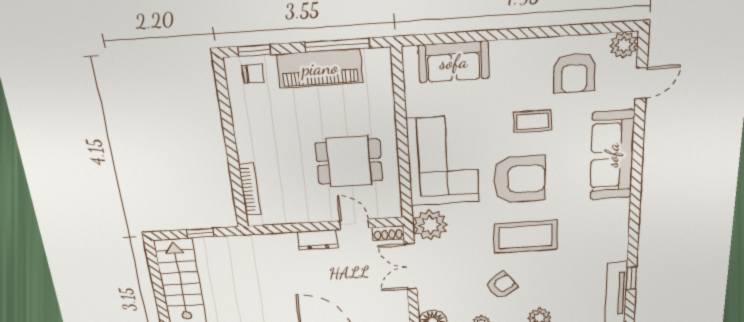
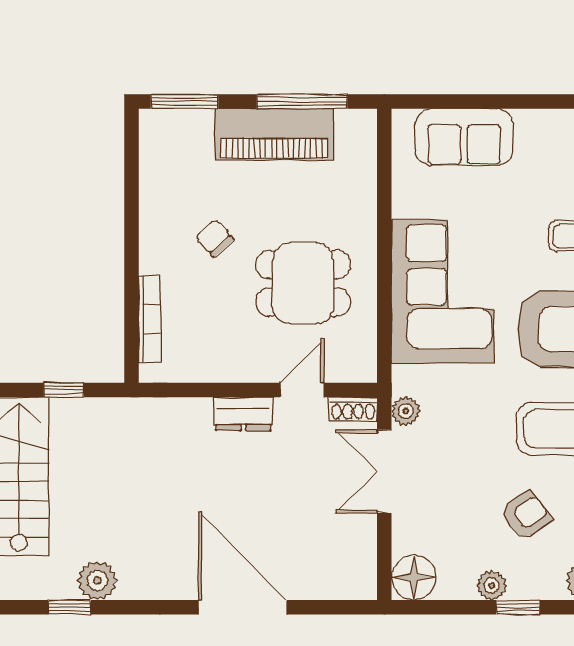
window: (254, 51) -> (185, 101), width x1.50
chair: (253, 74) -> (215, 238), moved, turned -132
door: (354, 224) -> (302, 390), hinge flipped
plant: (430, 225) -> (406, 411), width x0.53, depth x0.53

